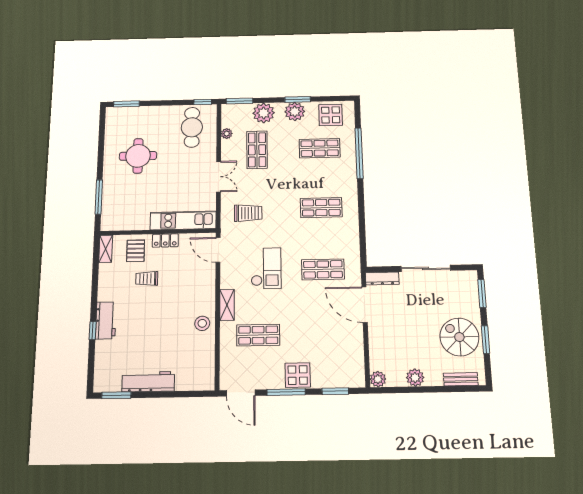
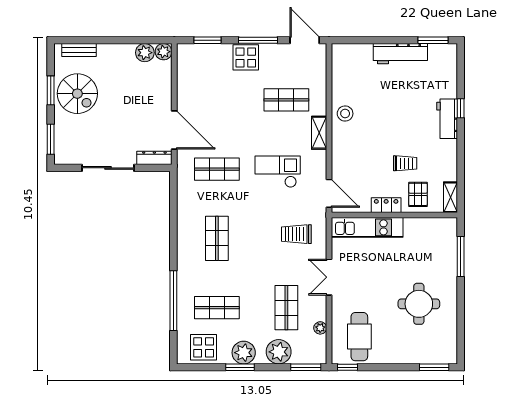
shop shelf: (321, 208) -> (217, 238), turned 90
checkout: (266, 268) -> (278, 172), turned 90
plant: (415, 378) -> (145, 53), moved

